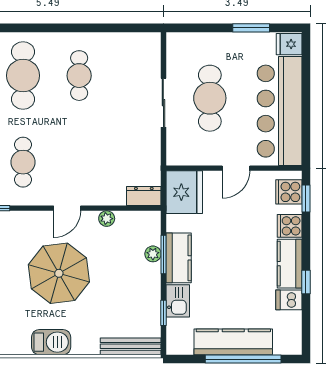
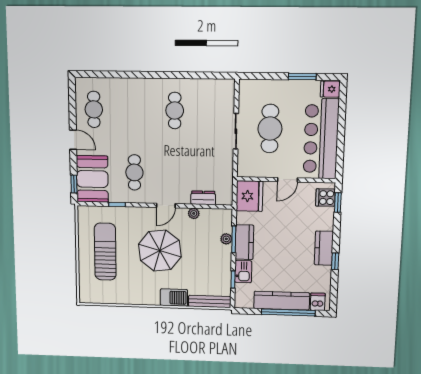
cafe table: (23, 76) -> (134, 110), removed
dresser: (144, 196) -> (203, 198), moved
cooker: (290, 226) -> (325, 222), removed
dishwasher: (289, 300) -> (318, 302), moved, turned 90
barbecue: (51, 342) -> (174, 298), moved

